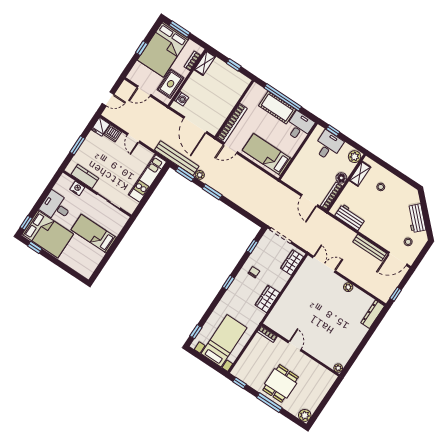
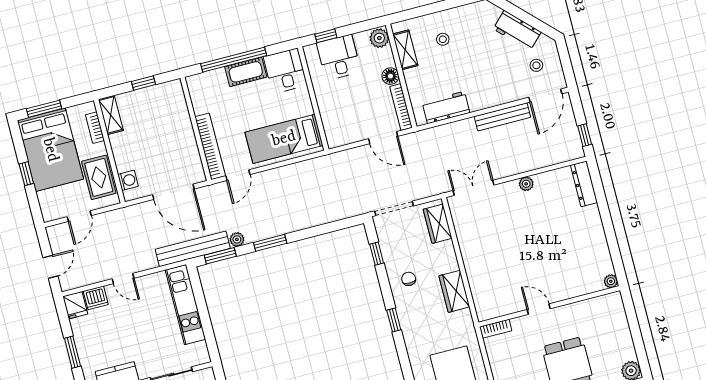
cot: (277, 108) -> (246, 72), width x0.73, depth x0.75

